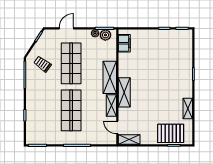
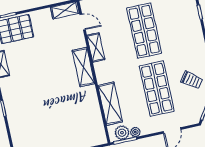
filing cabinet: (124, 43) -> (97, 128), removed
shelving: (110, 77) -> (110, 104), moved

